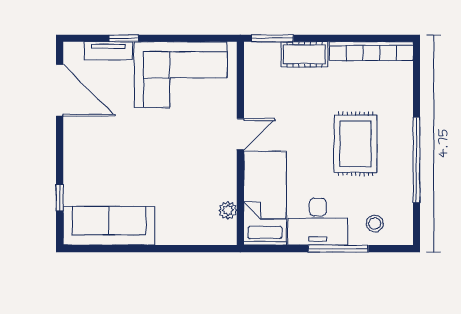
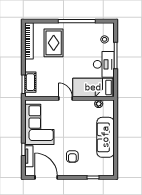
cot: (304, 54) -> (30, 82), moved
door: (60, 90) -> (46, 177), hinge flipped
rug: (355, 144) -> (54, 43), moved, turned 90
armchair: (107, 150) -> (72, 156), added
sofa: (109, 226) -> (105, 137), moved

